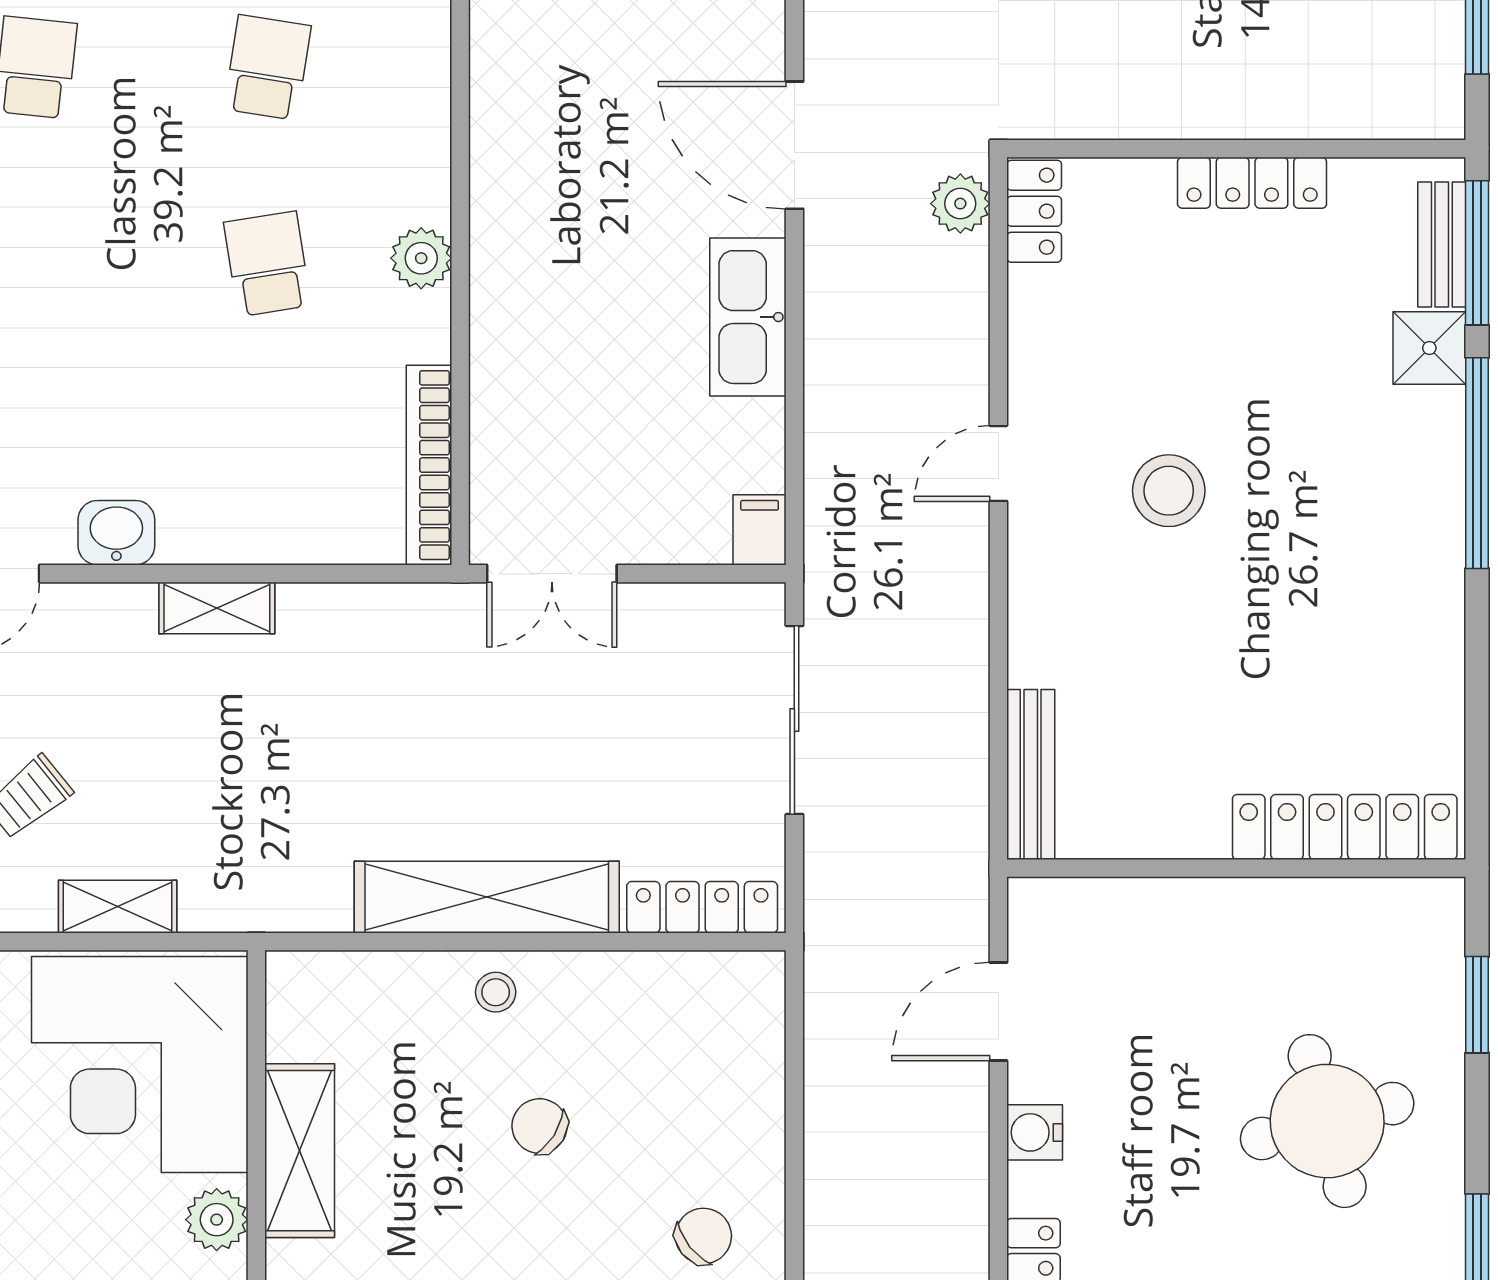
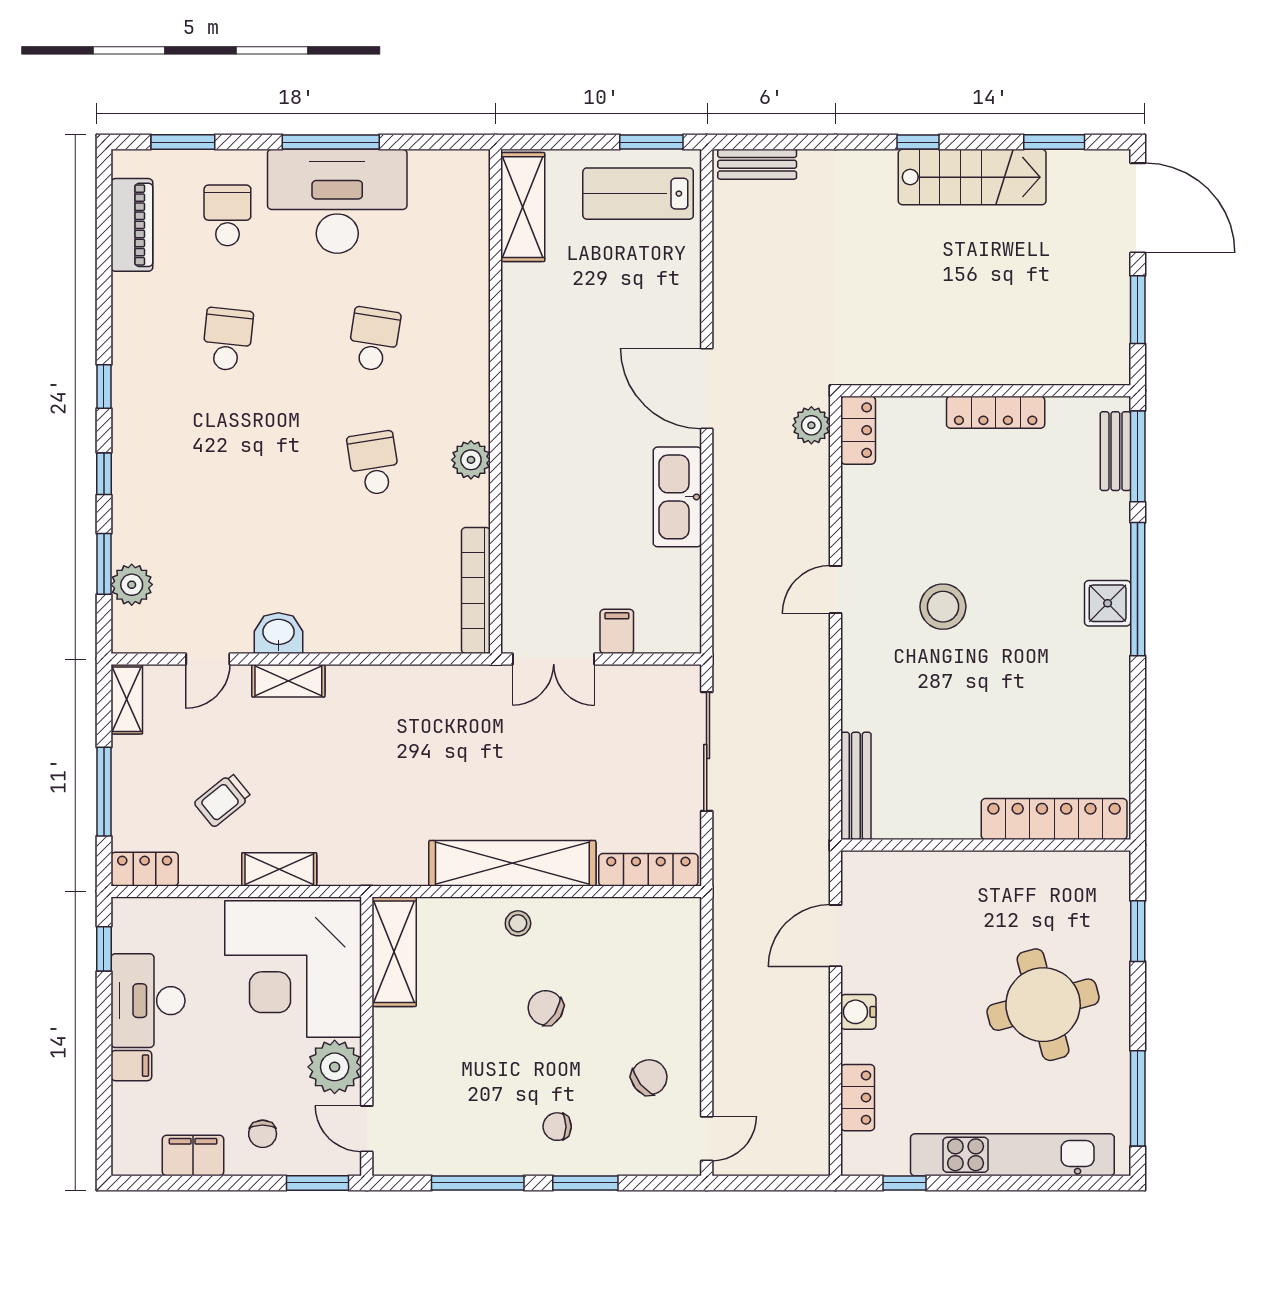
shower: (1429, 348) -> (1108, 603), moved
filing cabinet: (760, 530) -> (617, 631), moved
shelving: (217, 608) -> (288, 681), moved
shelving: (300, 1151) -> (394, 952), moved
plant: (217, 1220) -> (335, 1067), width x1.36, depth x1.36

